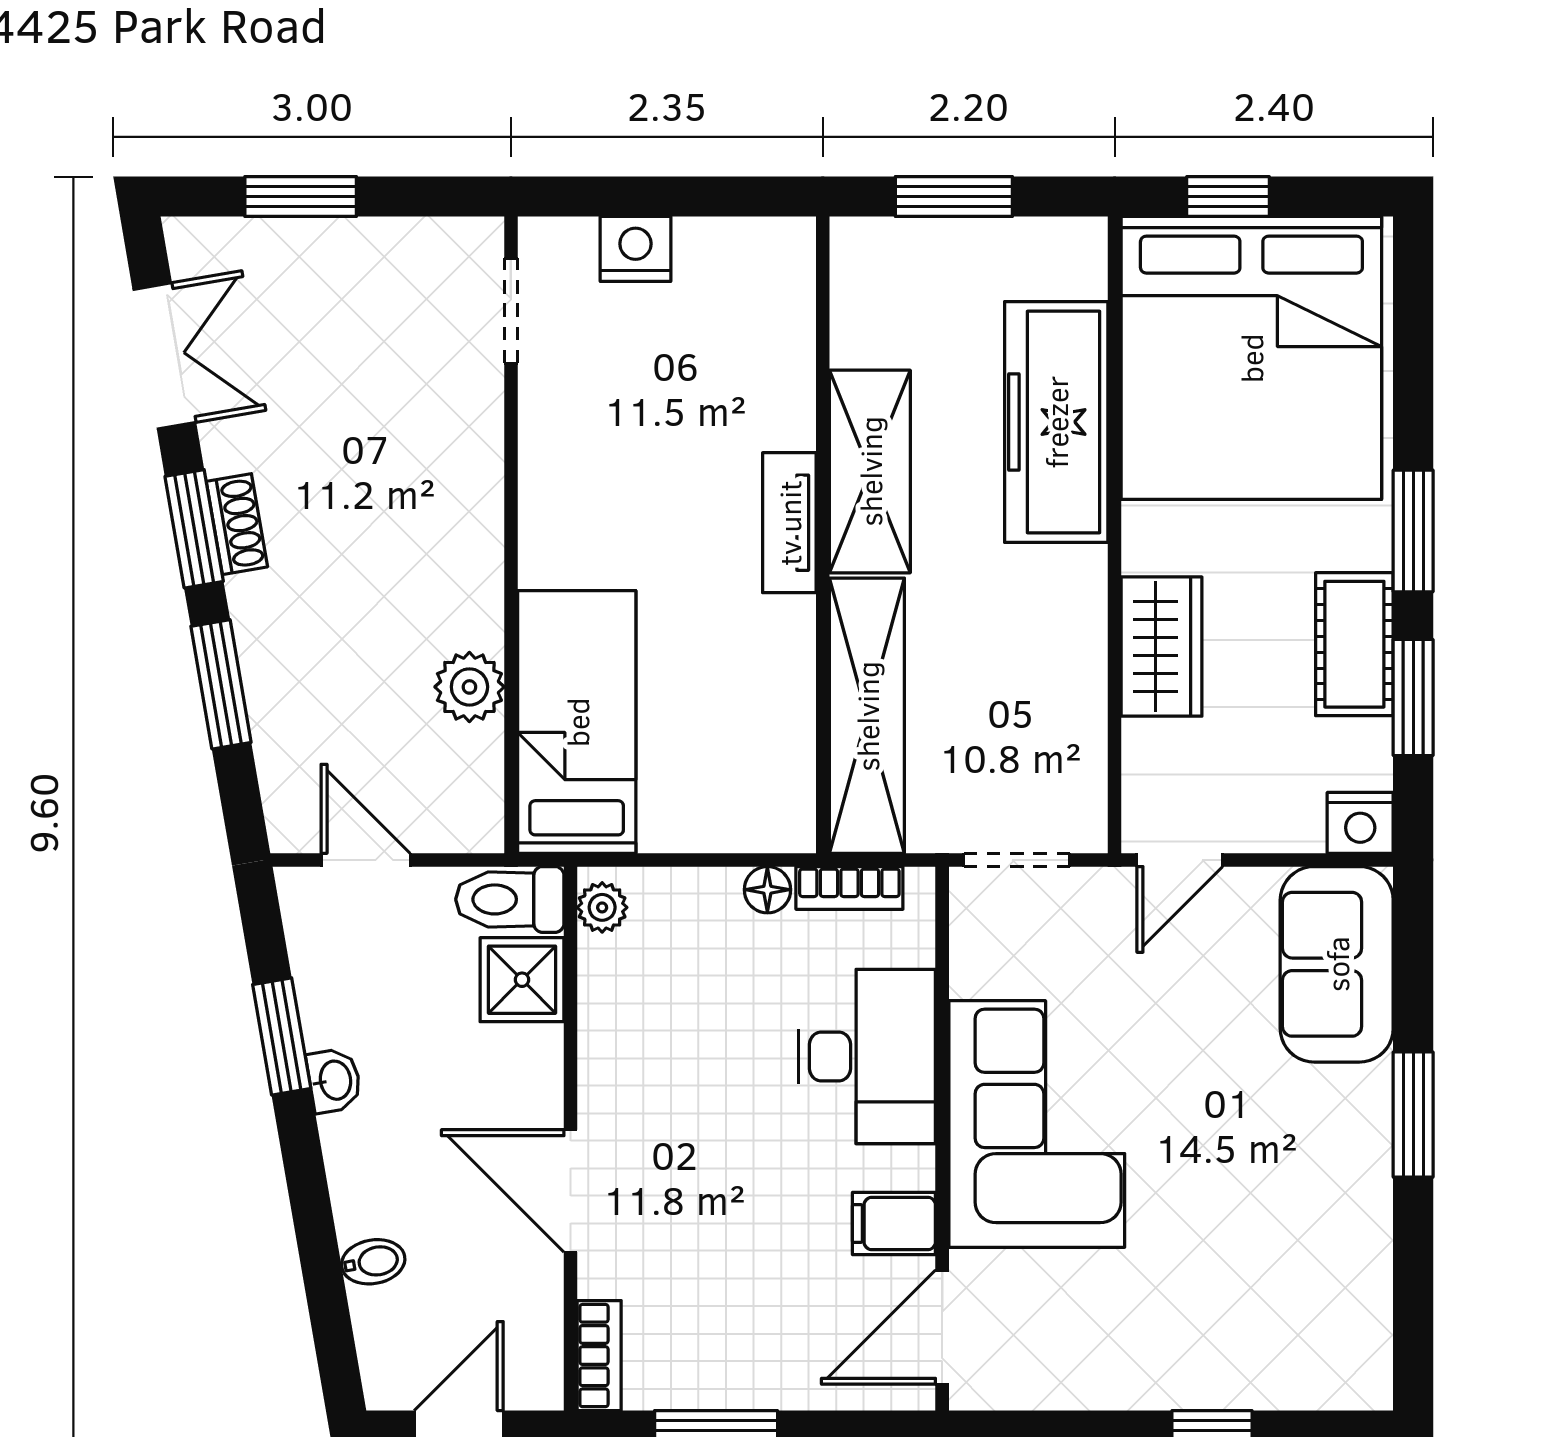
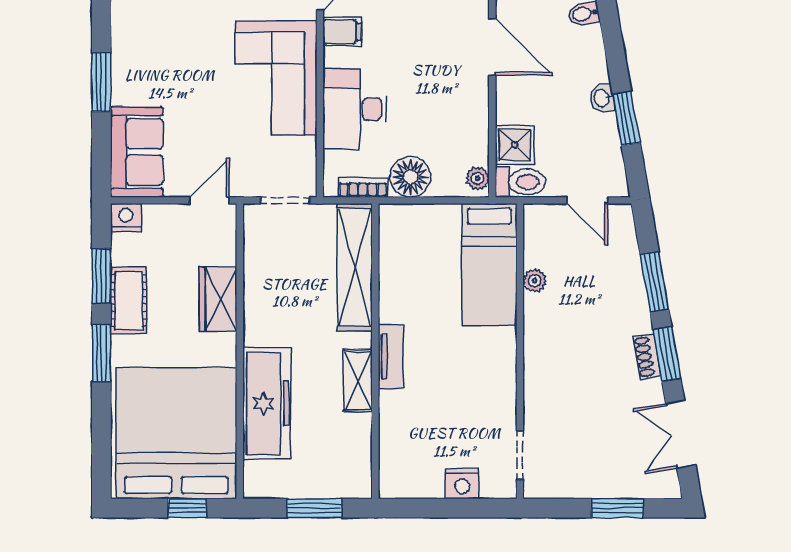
shelving: (870, 471) -> (358, 381), width x0.67, depth x0.75
plant: (469, 687) -> (535, 281), width x0.73, depth x0.73
floor lamp: (767, 890) -> (410, 177), width x1.89, depth x1.89

